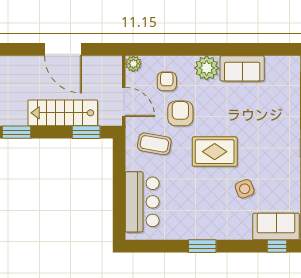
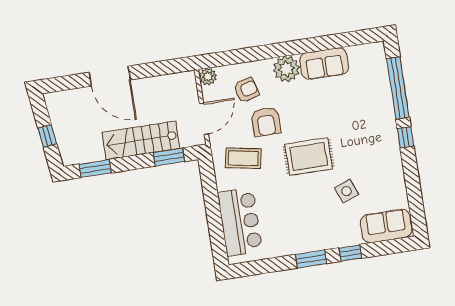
door: (63, 49) -> (110, 76), moved
armchair: (167, 81) -> (246, 90), turned 74
door: (124, 102) -> (204, 119), hinge flipped
armchair: (180, 113) -> (266, 122), turned 180
window: (277, 246) -> (350, 253), moved

